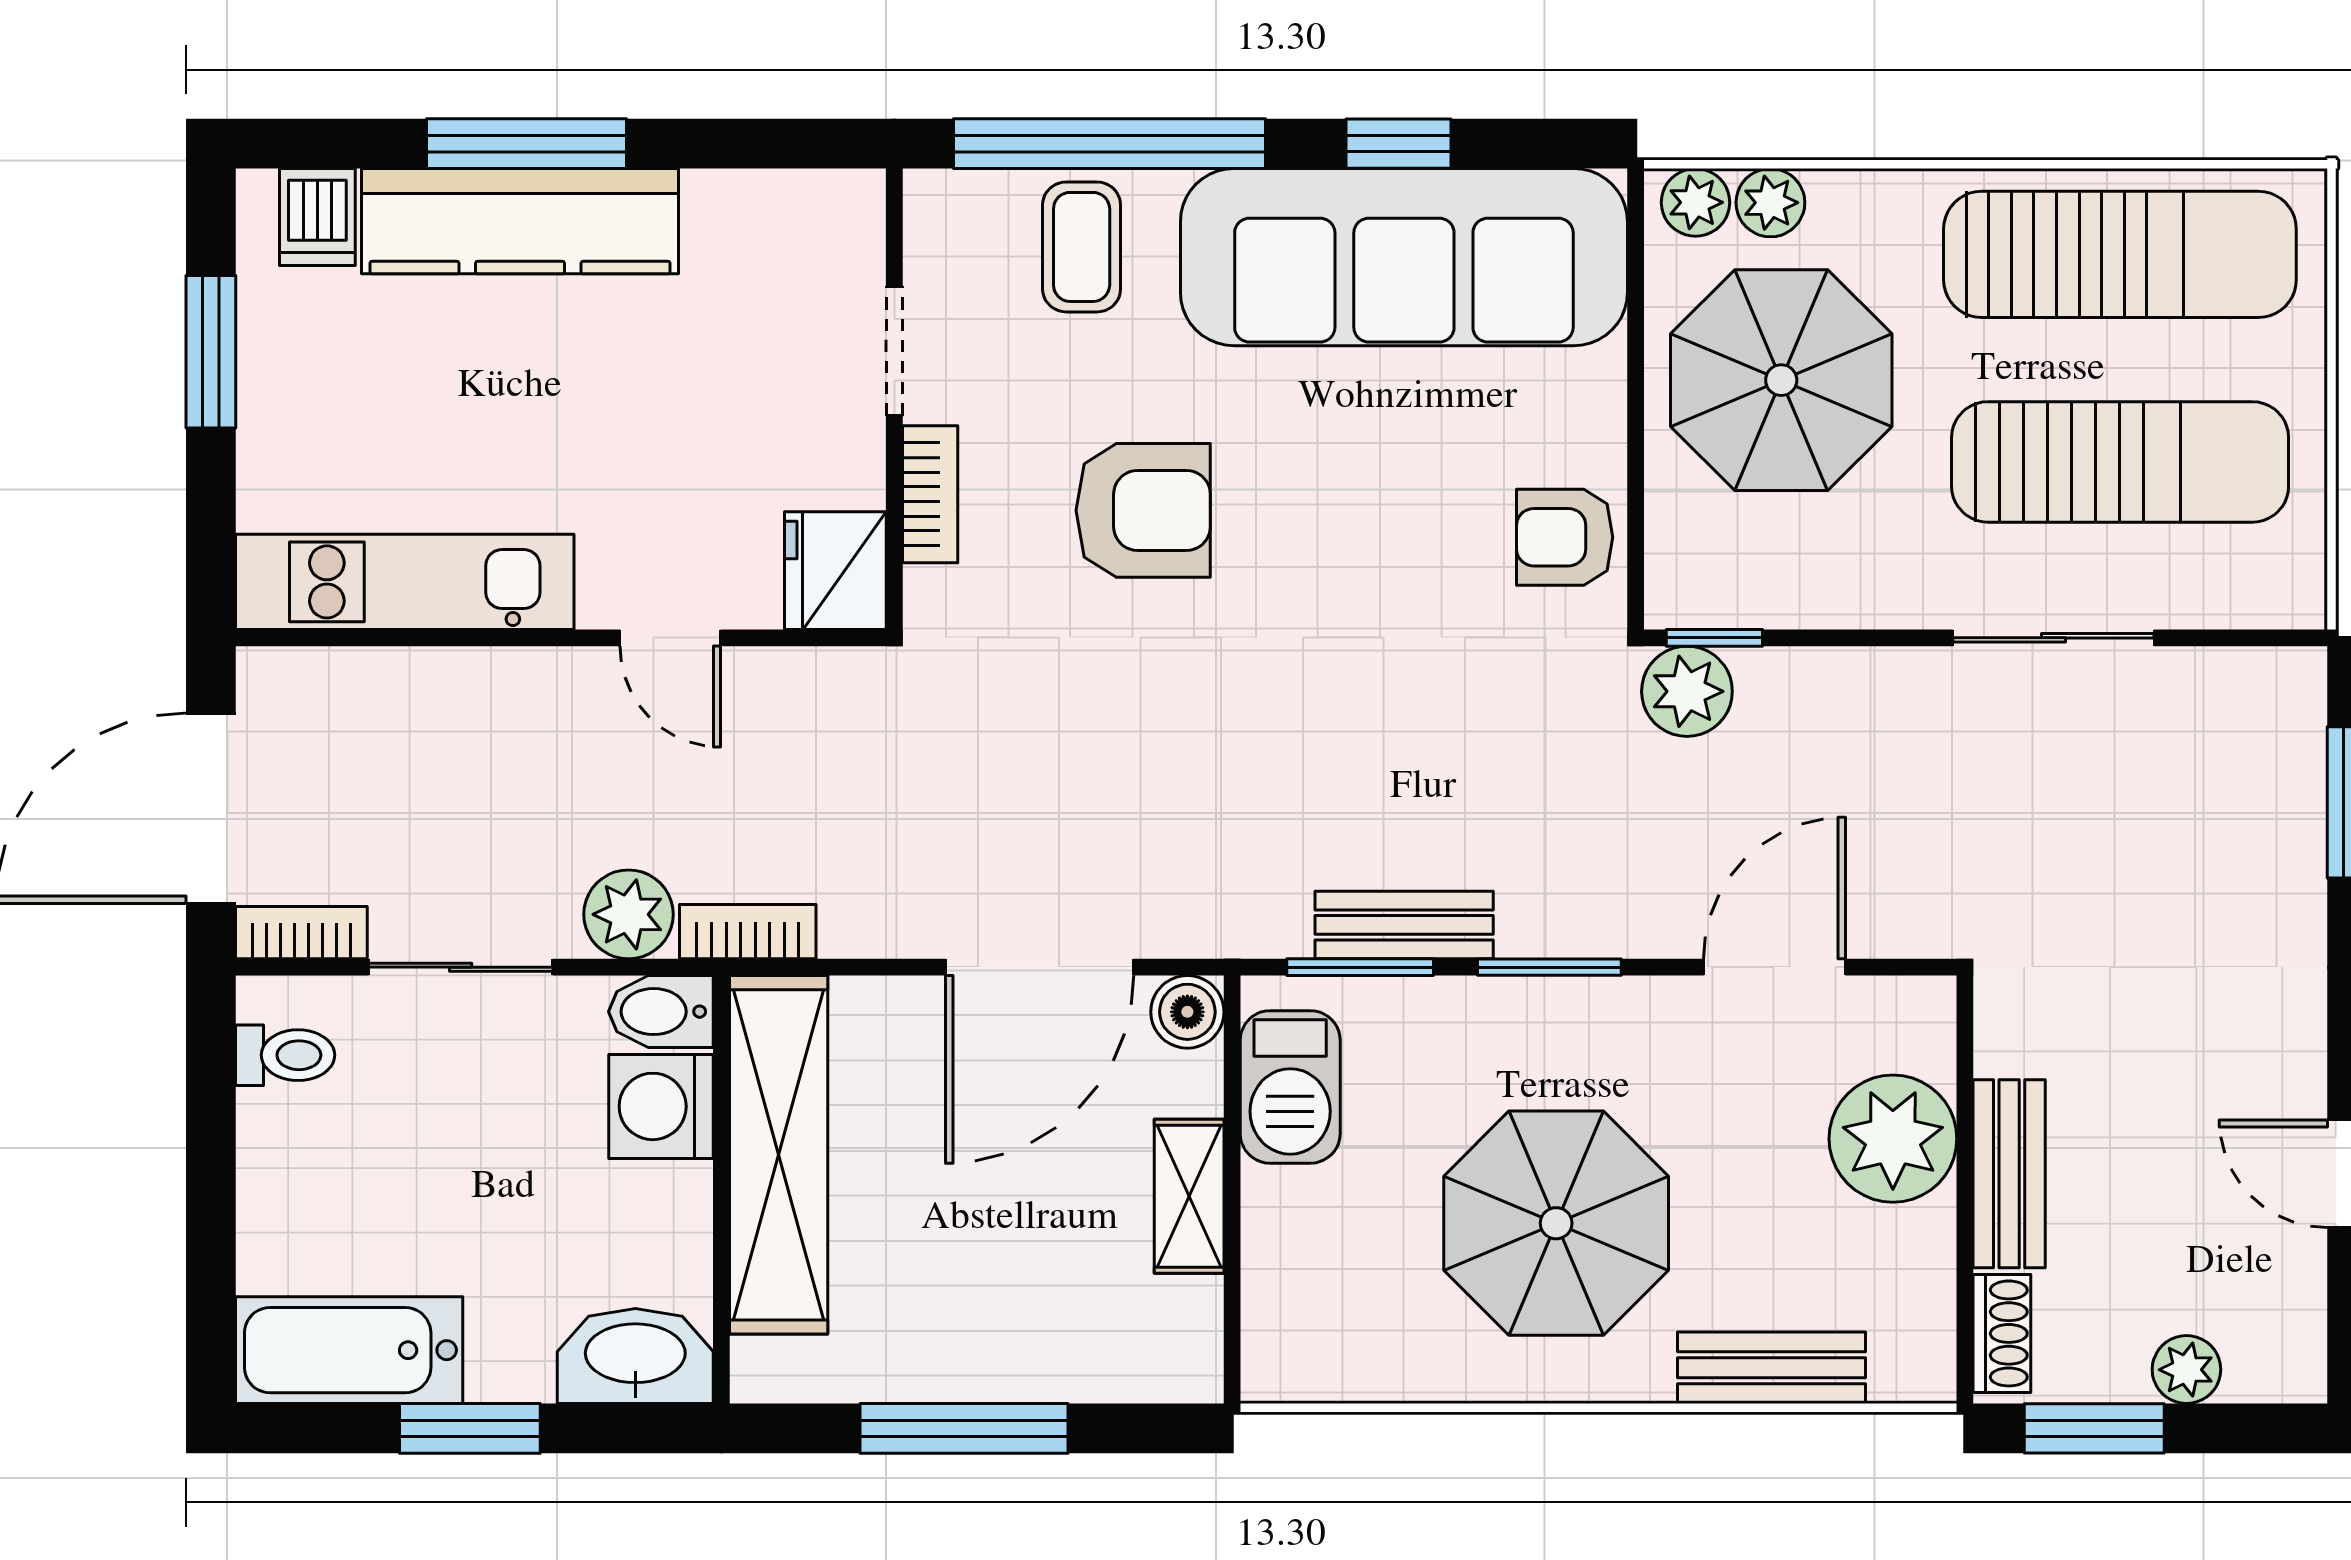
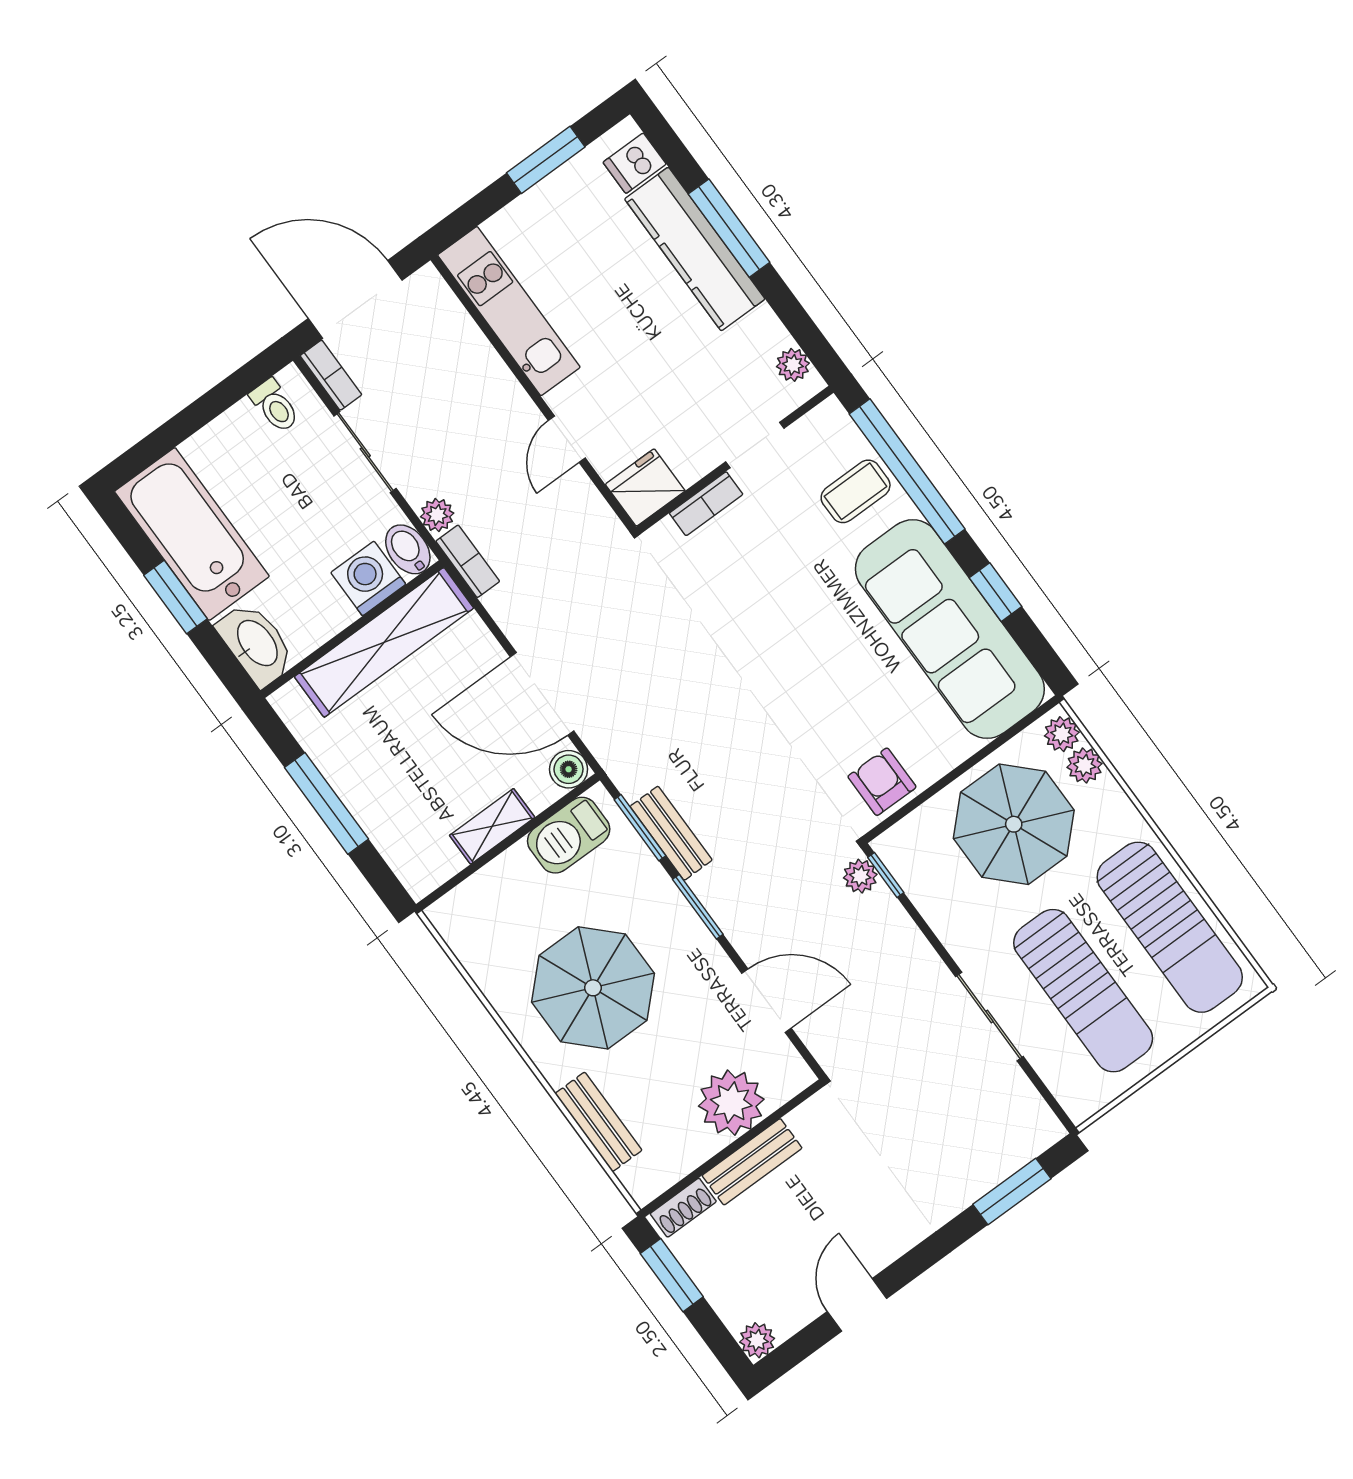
plant: (813, 200) -> (793, 365), added
armchair: (1143, 510) -> (764, 598), removed
plant: (1687, 691) -> (860, 876), width x0.73, depth x0.73
plant: (629, 914) -> (437, 515), width x0.73, depth x0.73
bathtub: (349, 1350) -> (192, 534), width x1.36, depth x1.36
plant: (2186, 1370) -> (757, 1340), moved

